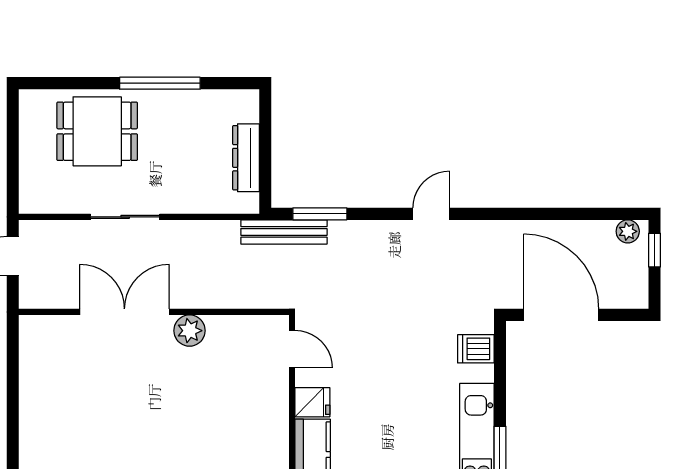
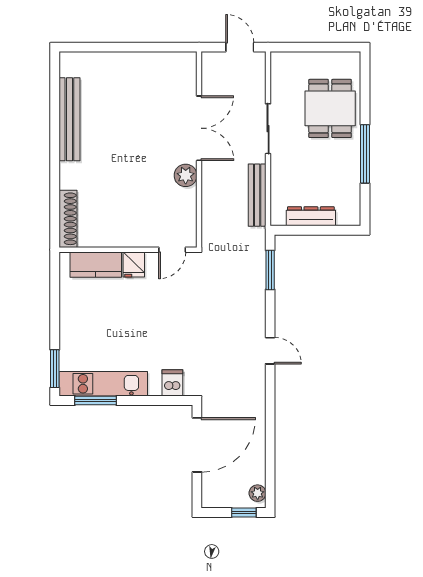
bench: (284, 232) -> (257, 195), moved

